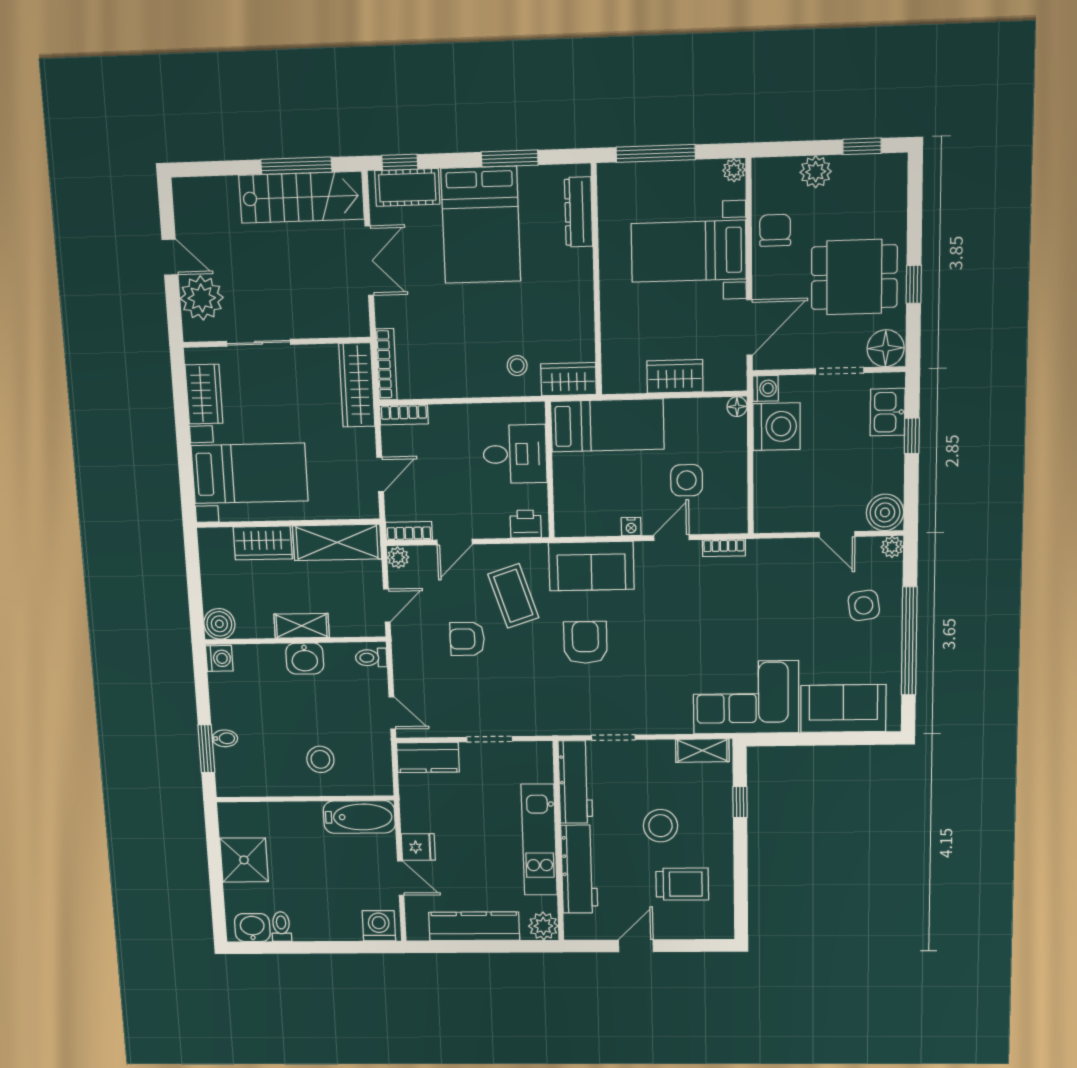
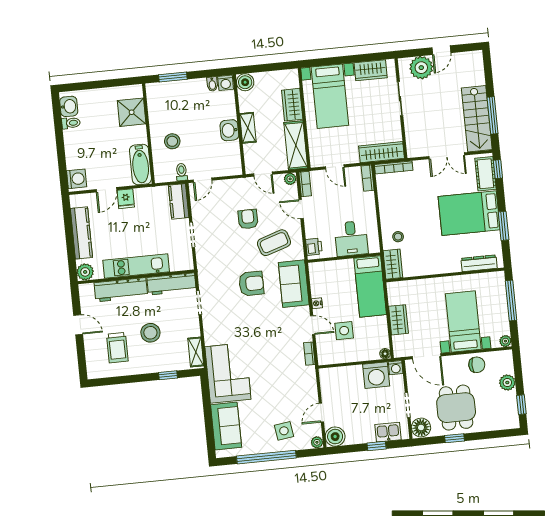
toilet: (371, 658) -> (182, 172), moved
bidet: (225, 738) -> (212, 84), moved
shower: (244, 860) -> (132, 112), moved

